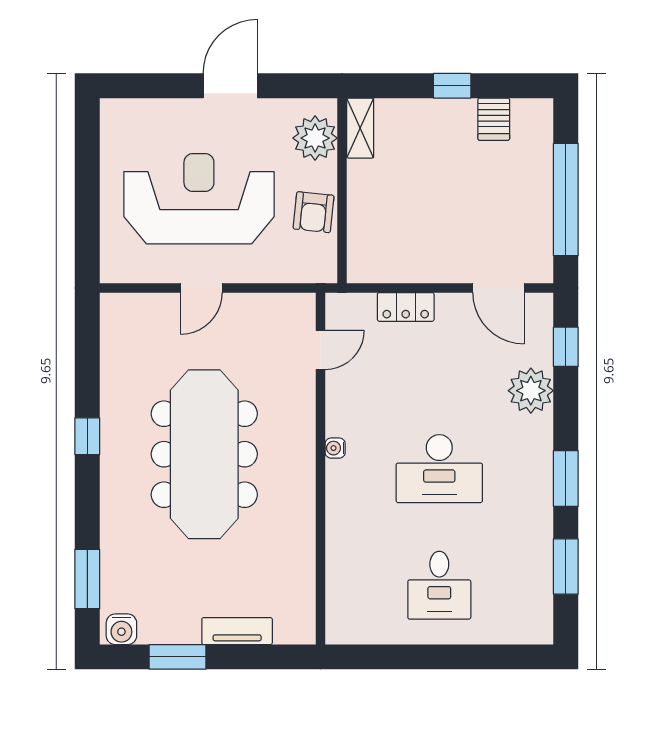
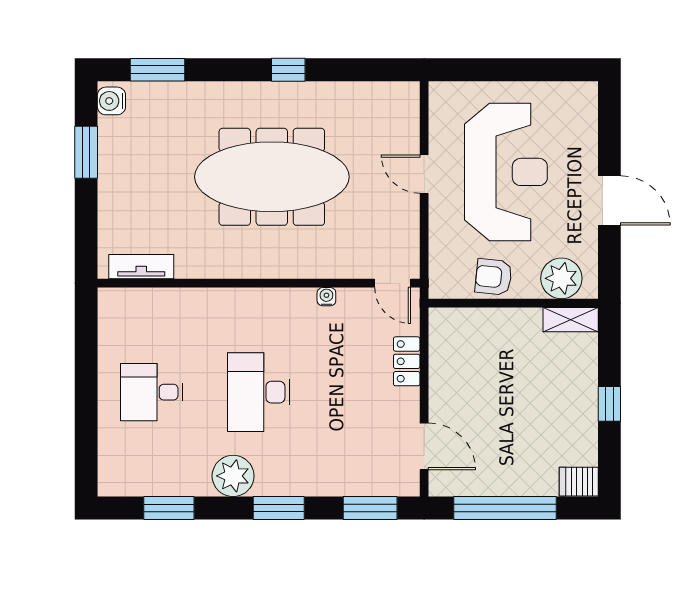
server rack: (494, 119) -> (579, 482), moved
door: (498, 288) -> (424, 446), swing flipped
window: (566, 347) -> (370, 508), width x1.50
door: (320, 350) -> (393, 283), moved
plant: (531, 391) -> (233, 476), moved
water cooler: (335, 448) -> (326, 297), moved
window: (566, 479) -> (279, 508), moved
tv unit: (237, 631) -> (141, 267), moved, turned -90

